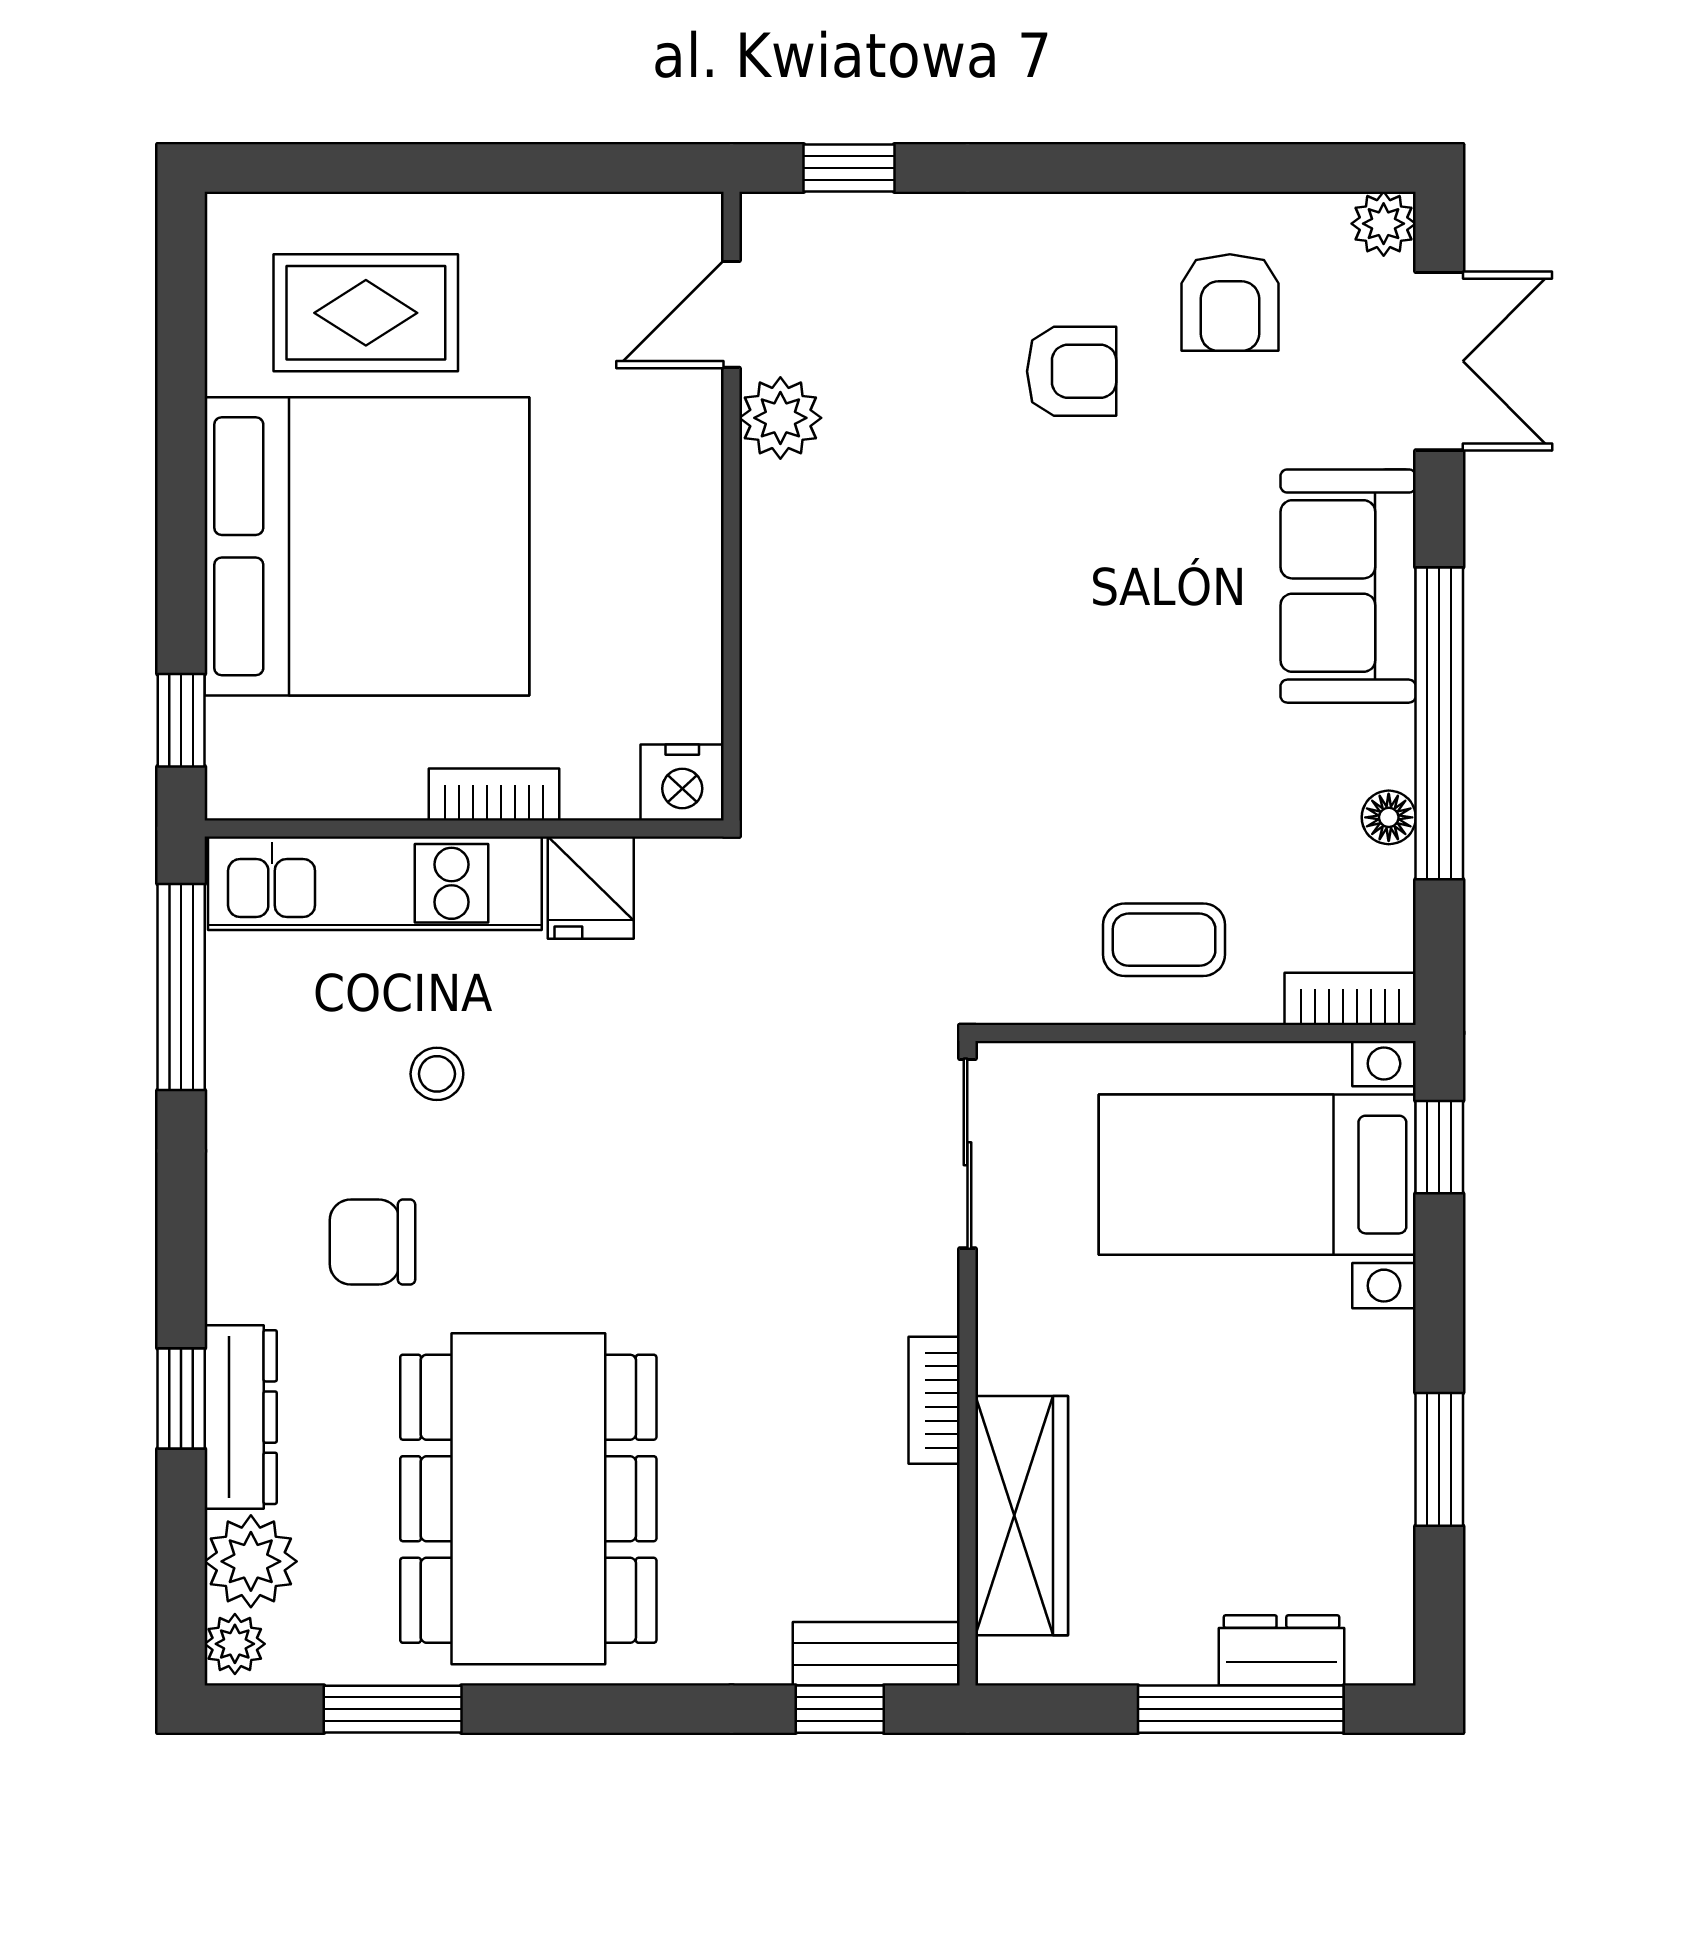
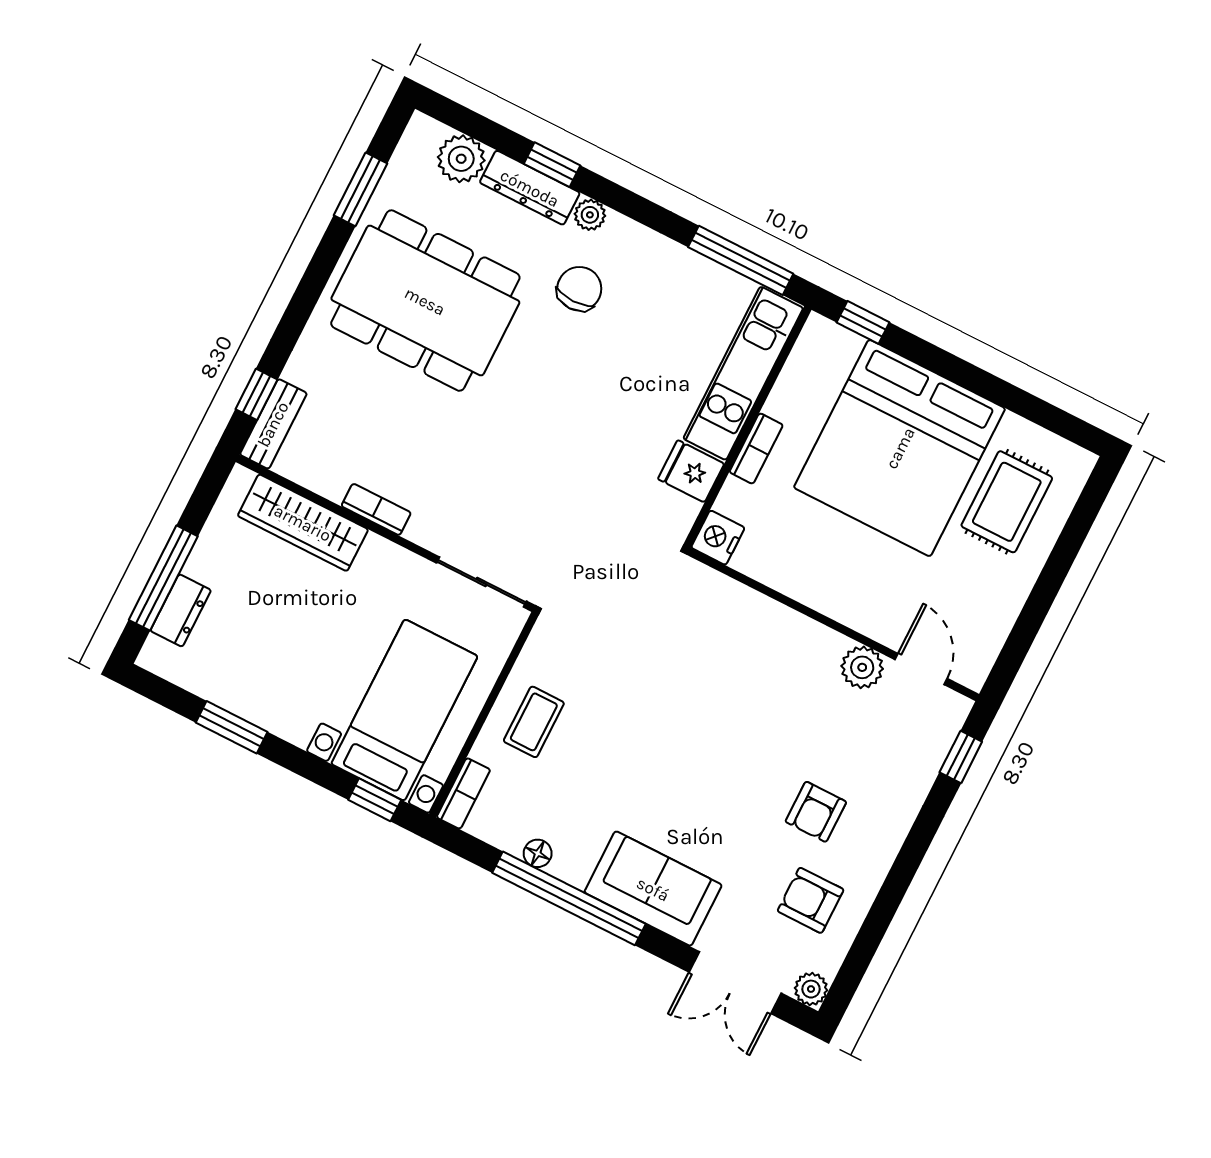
stool: (437, 1074) -> (641, 357), removed
plant: (235, 1644) -> (590, 215), moved

